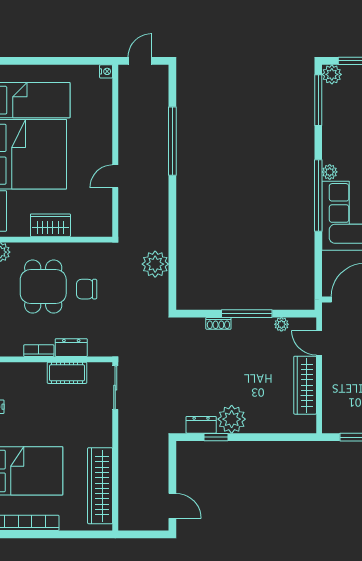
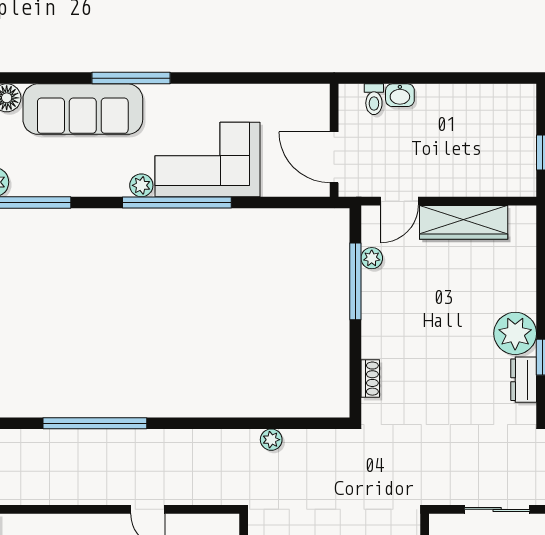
plant: (155, 264) -> (271, 440), width x0.53, depth x0.53
window: (247, 314) -> (355, 281), moved
shoe rack: (218, 323) -> (370, 379), moved
sliding door: (115, 388) -> (497, 509), moved

